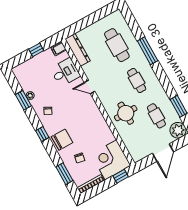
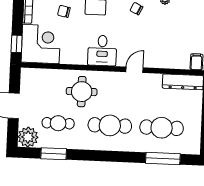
window: (148, 51) -> (163, 159), moved
desk: (65, 72) -> (102, 51), moved
cafe table: (137, 80) -> (110, 125), width x1.37, depth x1.35

